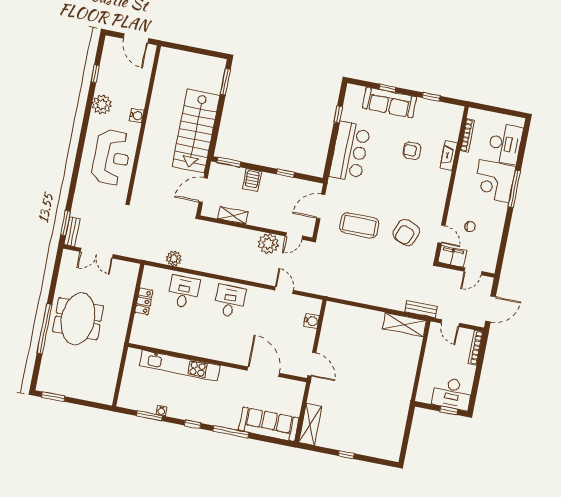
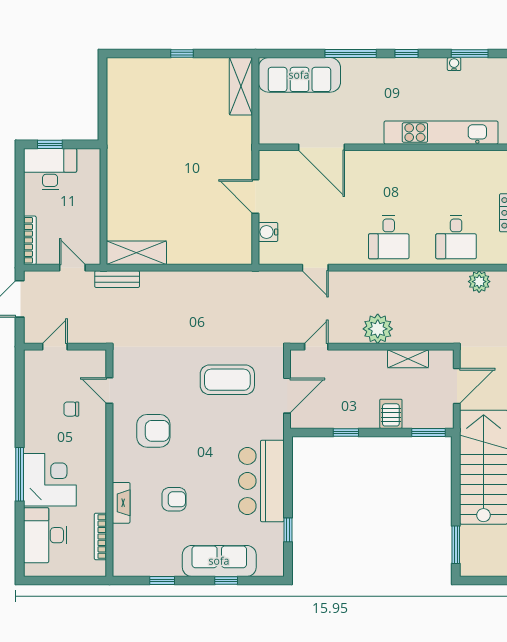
armchair: (406, 233) -> (153, 431), moved, turned 69
plant: (268, 244) -> (378, 329), moved
filing cabinet: (452, 256) -> (88, 362), removed
door: (312, 364) -> (255, 196), moved

